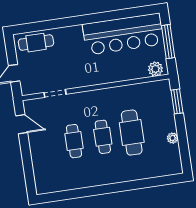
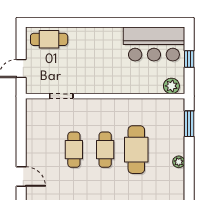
bar counter: (123, 34) -> (154, 44), width x0.73
window: (168, 42) -> (189, 59), width x0.46
door: (22, 124) -> (21, 176), moved

